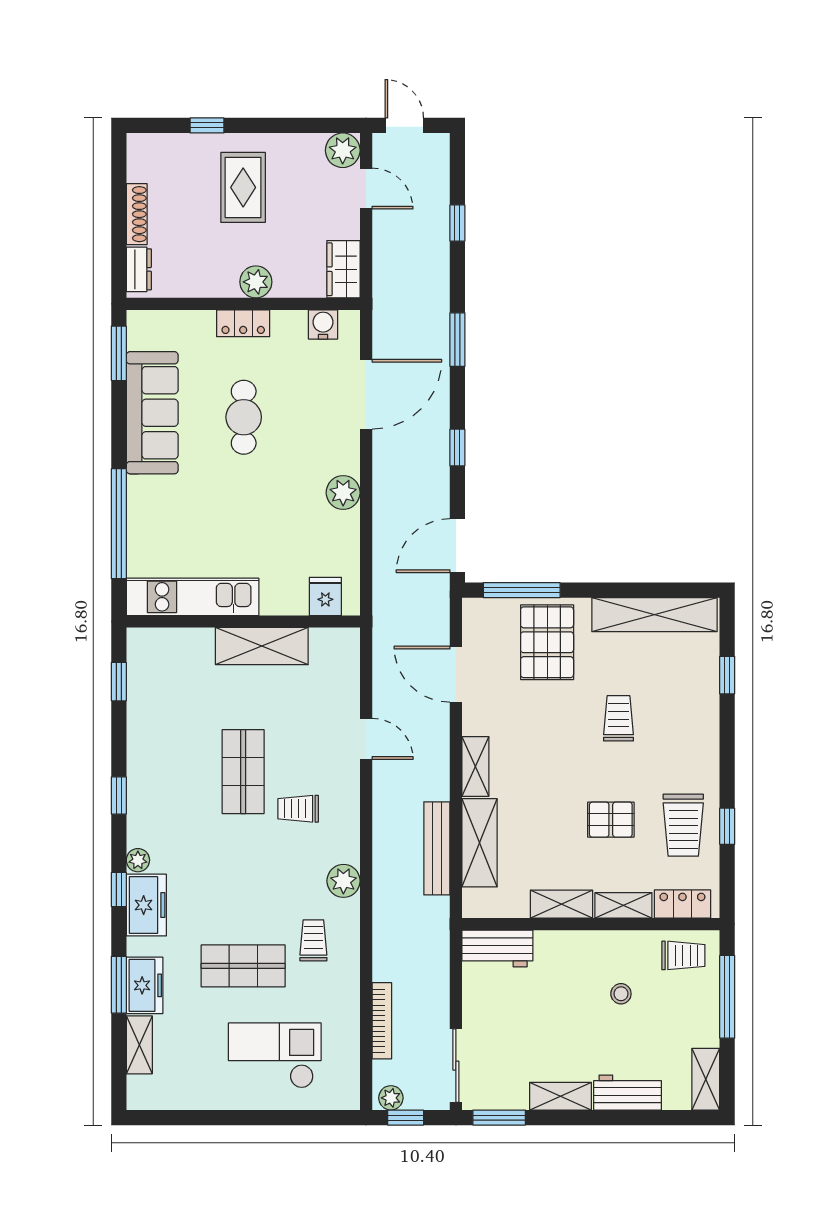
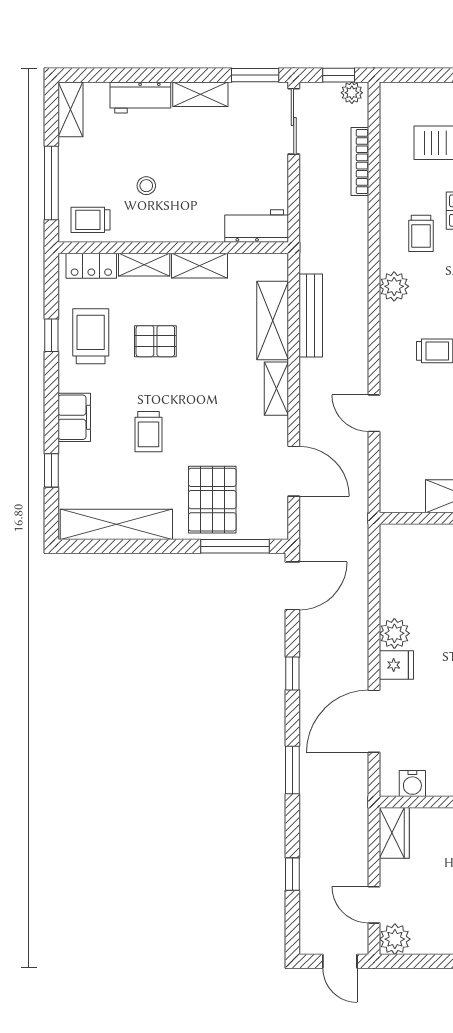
fridge: (325, 596) -> (396, 665), moved, turned -90
filing cabinet: (702, 734) -> (74, 417), added

